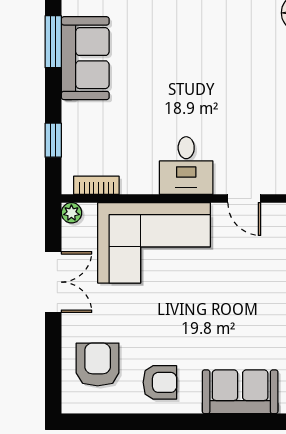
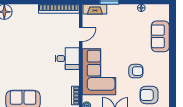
armchair: (160, 382) -> (136, 71), moved, turned 90

